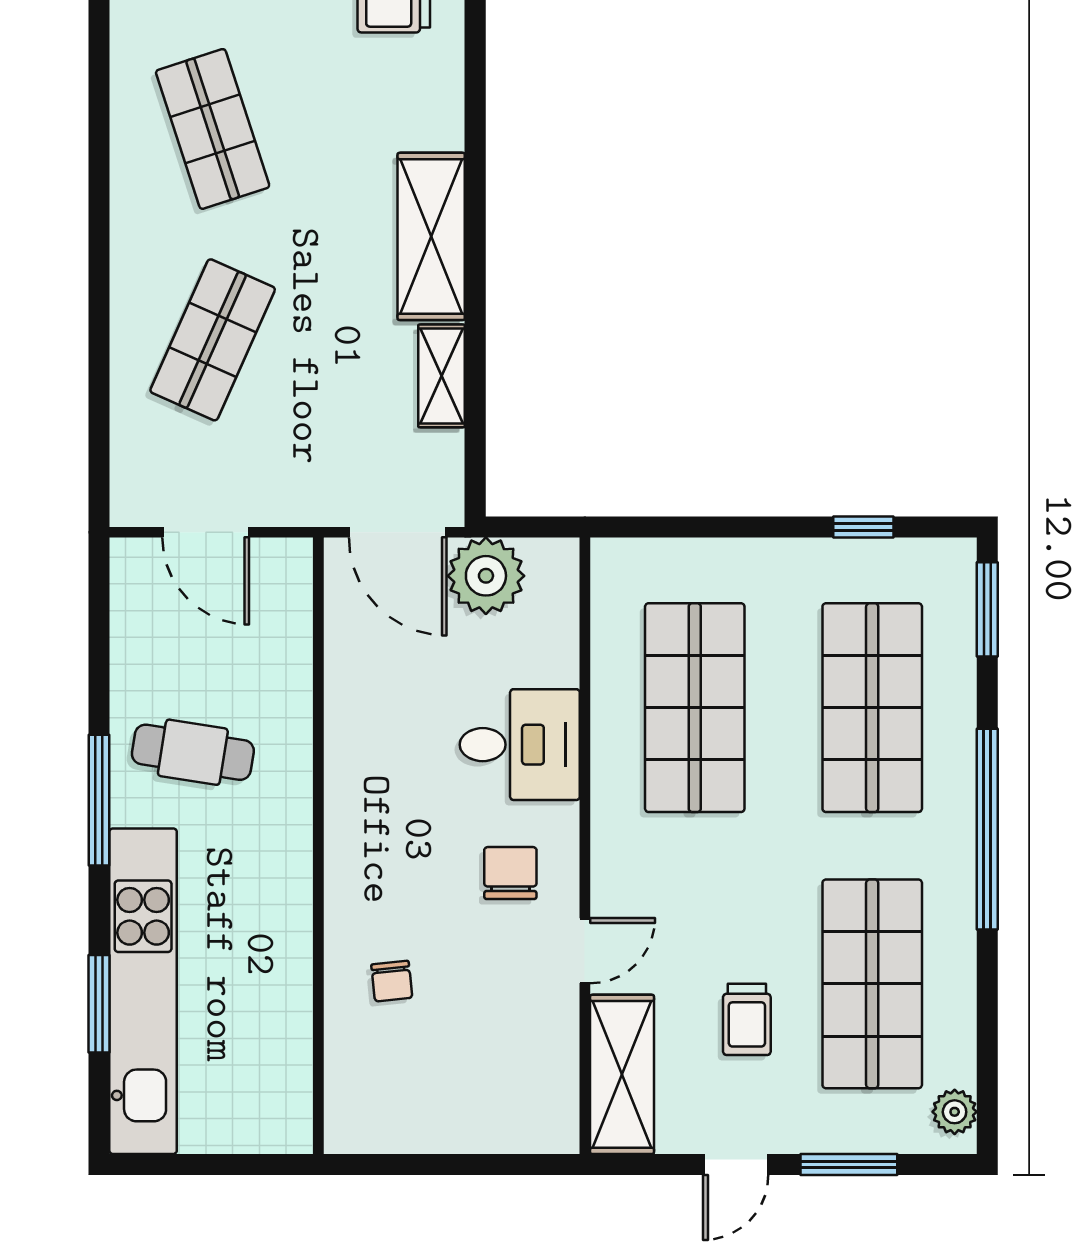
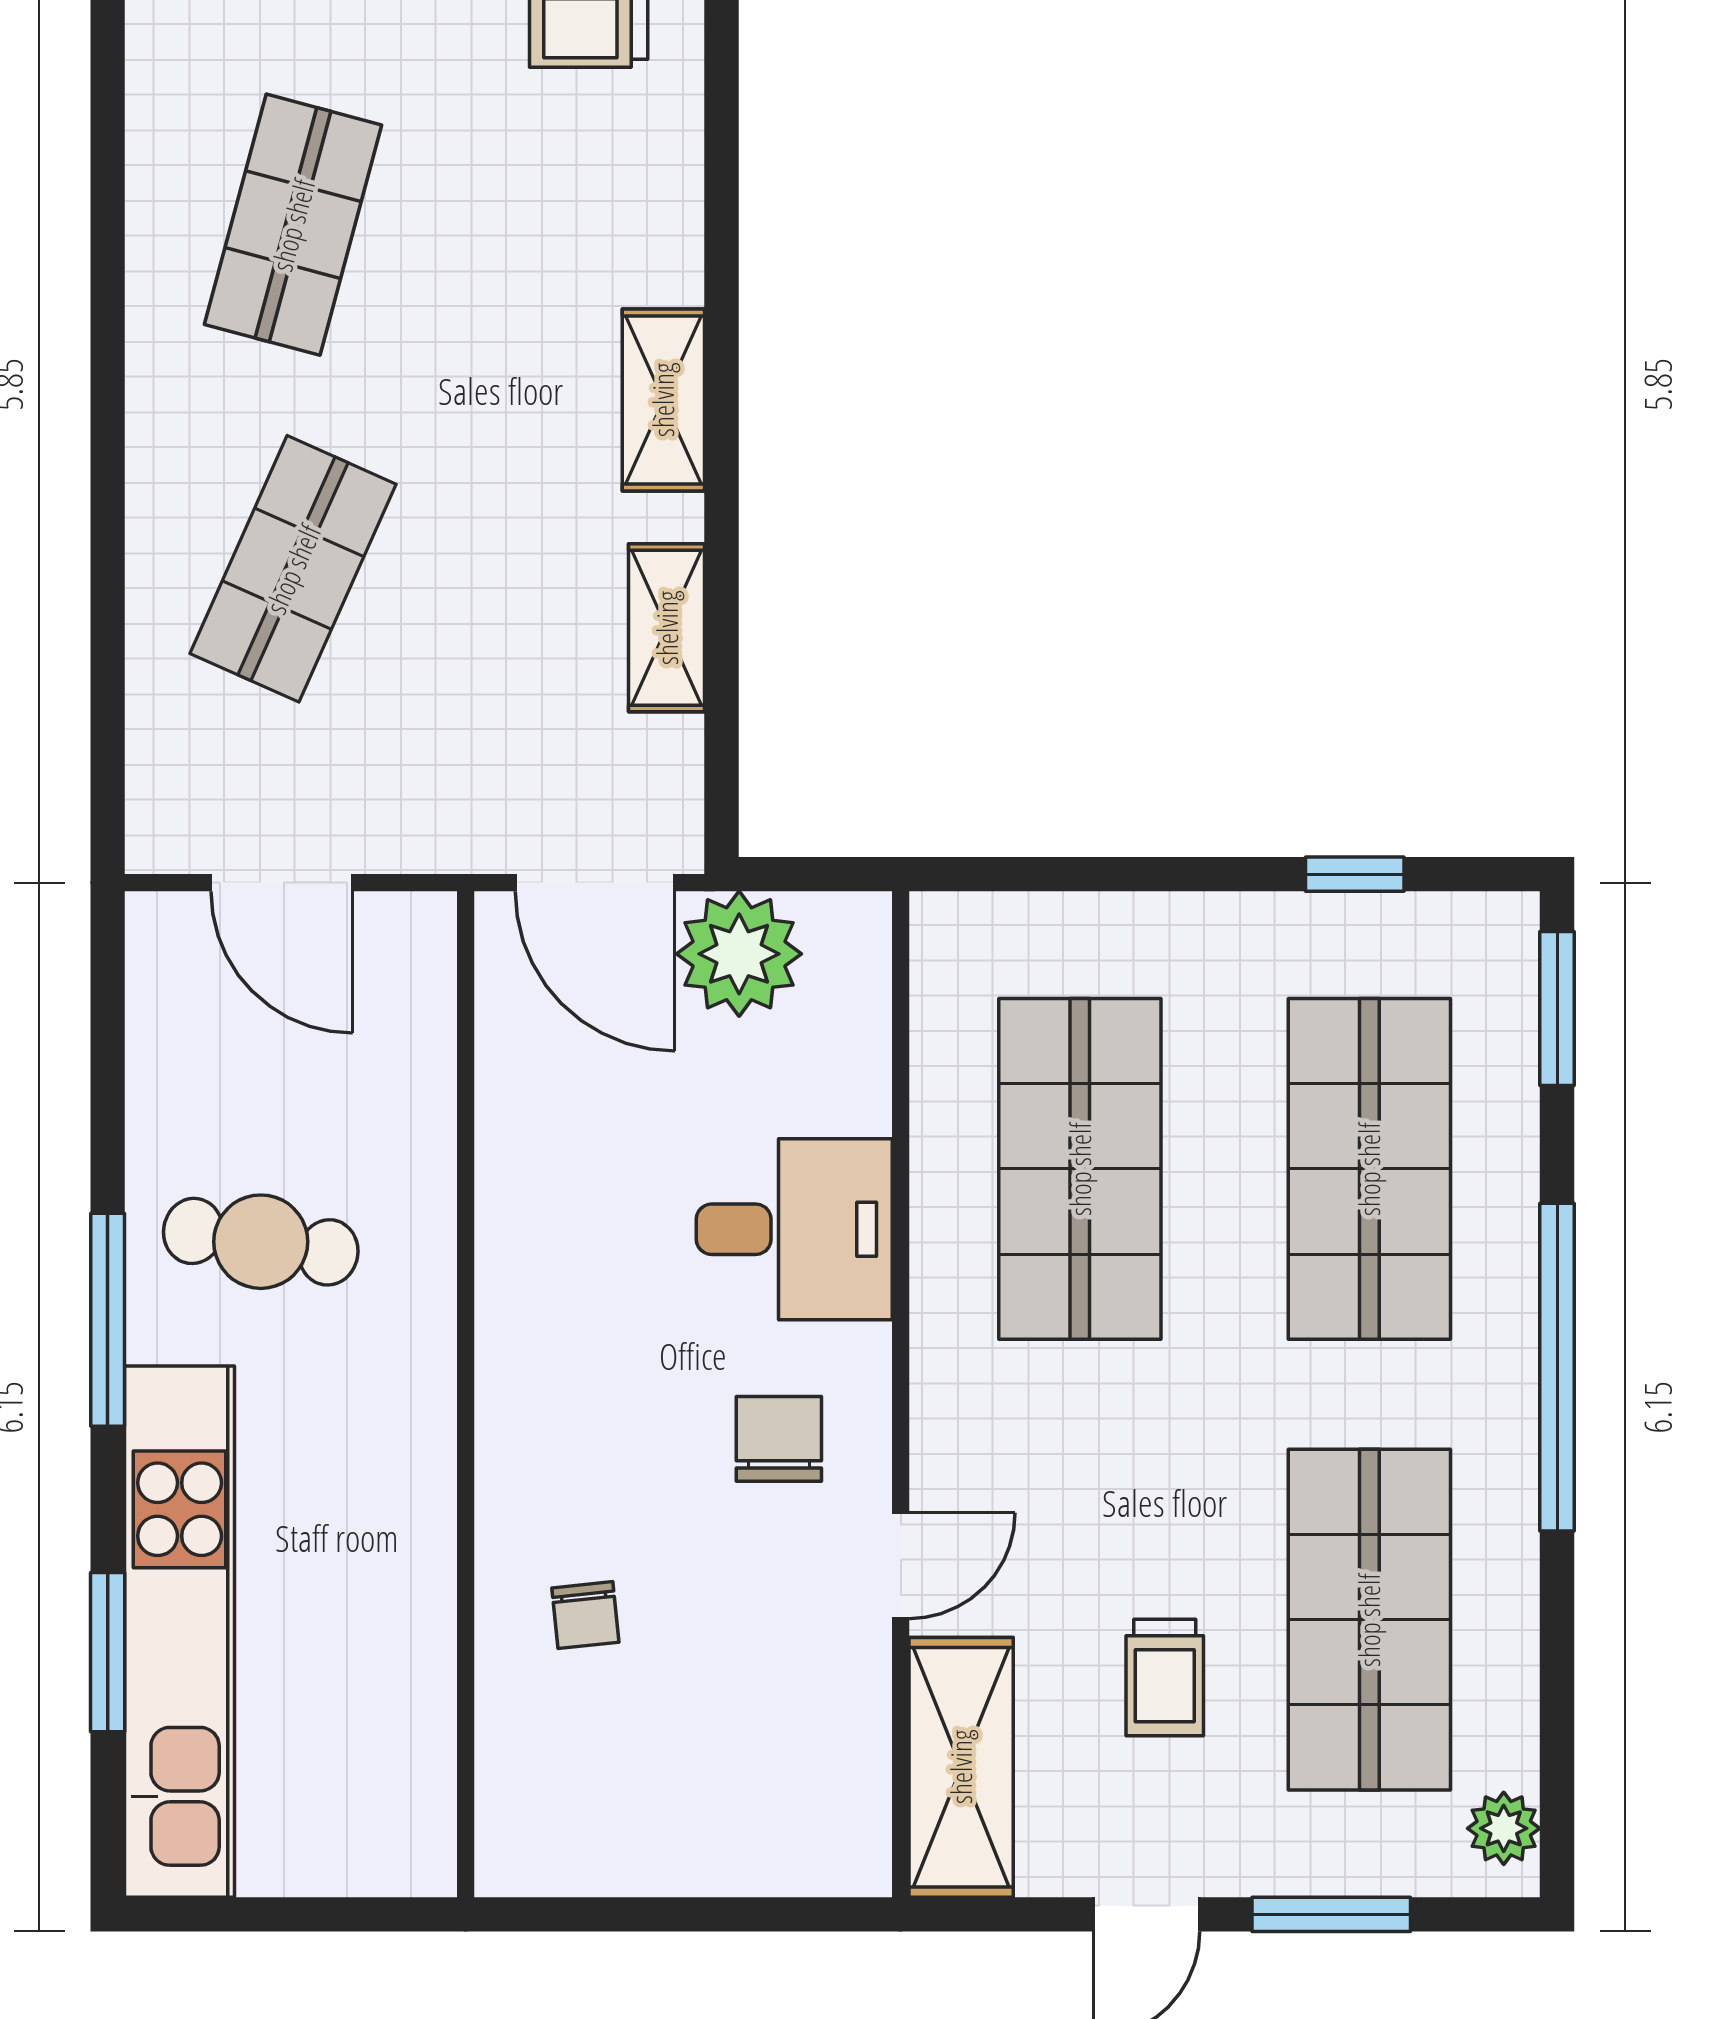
shop shelf: (213, 129) -> (293, 225), turned 33
shelving: (431, 236) -> (663, 400), width x0.67, depth x0.75

